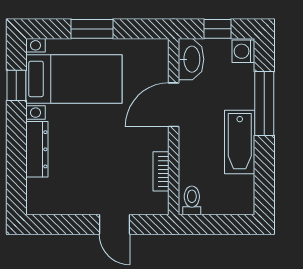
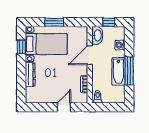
washing machine: (243, 51) -> (120, 45), moved
window: (264, 104) -> (129, 71), moved
door: (115, 224) -> (64, 107), swing flipped

